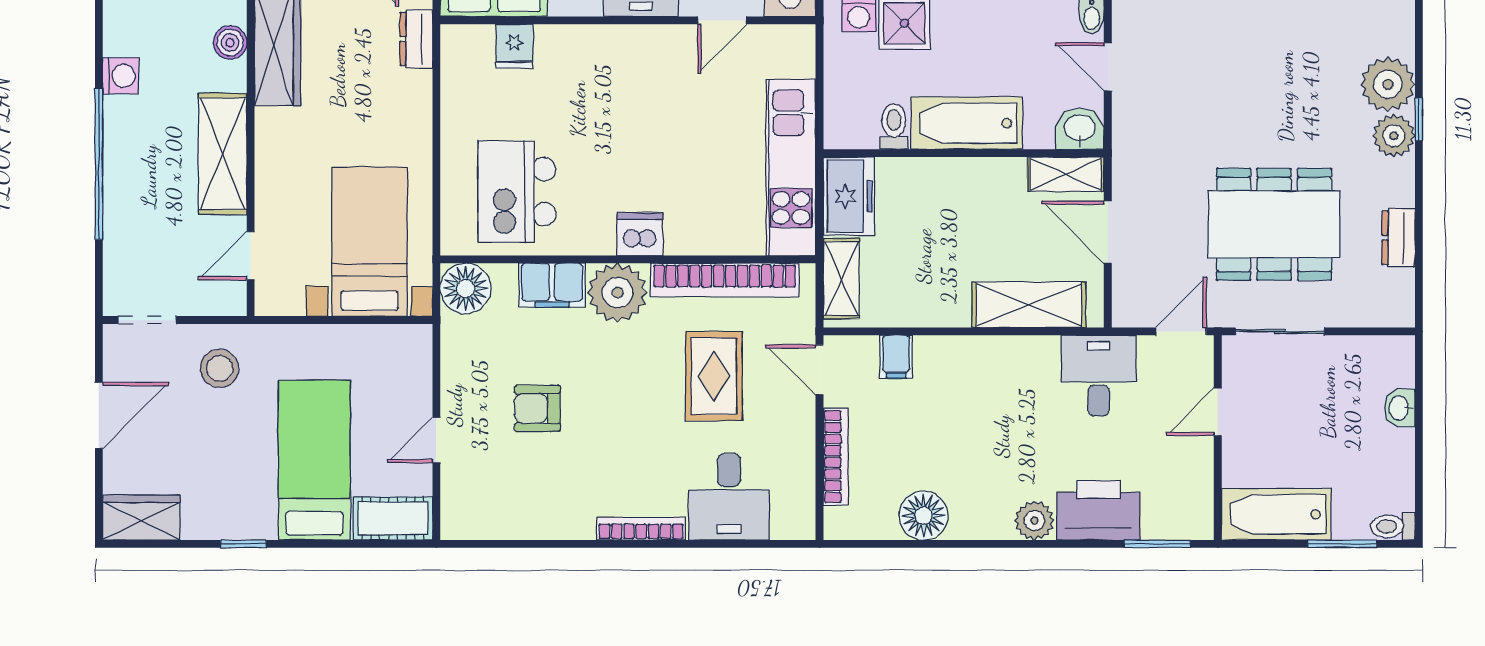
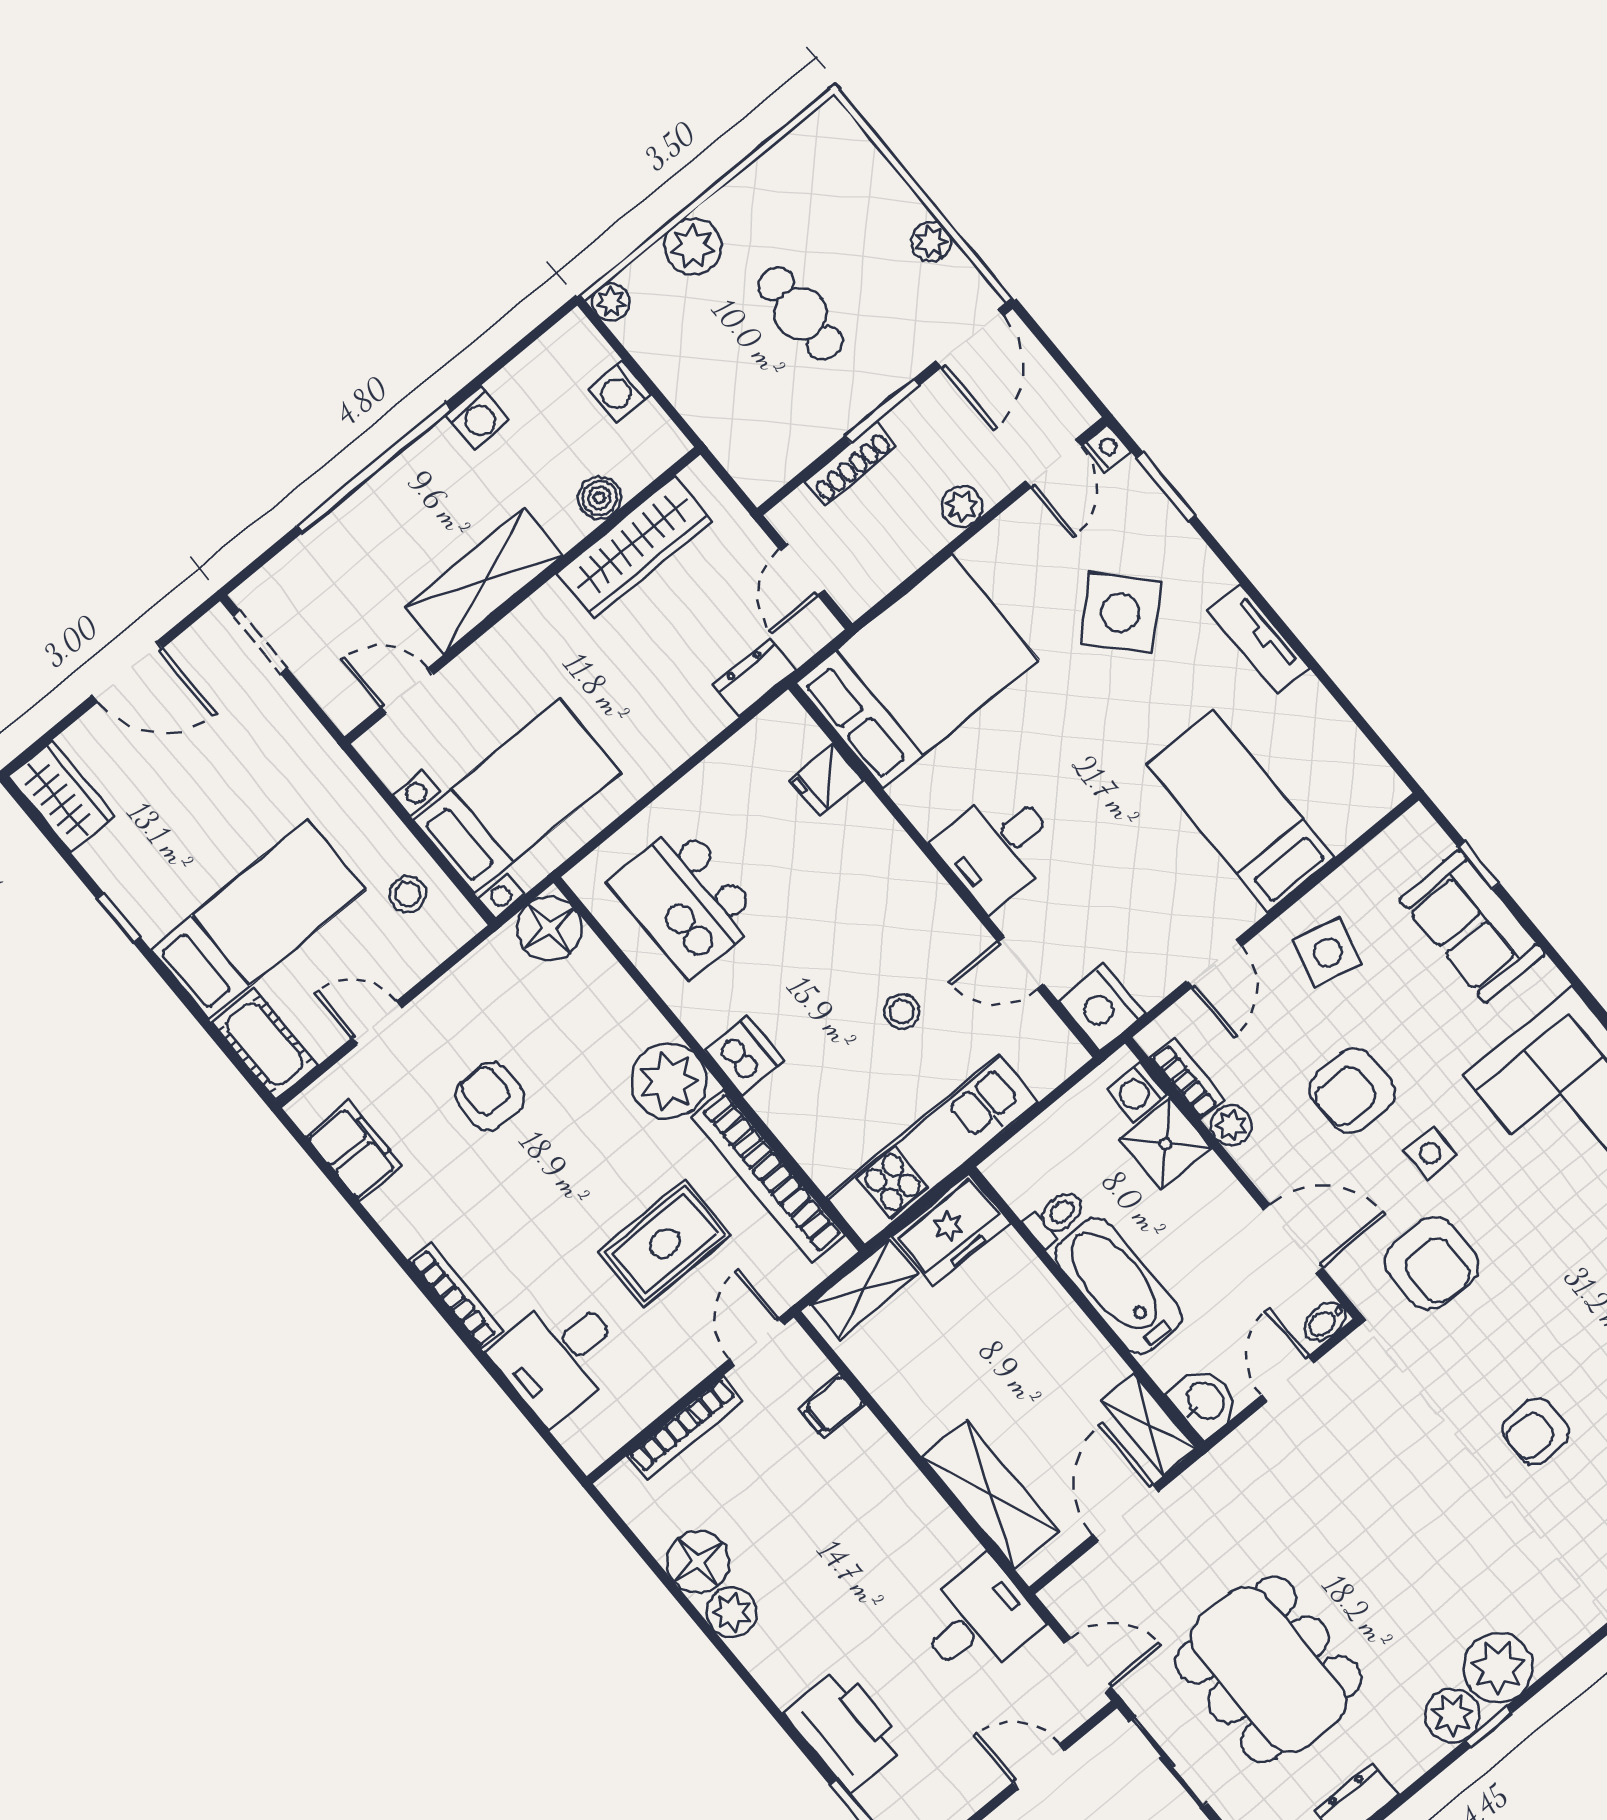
stool: (692, 117) -> (902, 1011), added
kitchen island: (517, 192) -> (686, 900), turned -90
filing cabinet: (552, 285) -> (354, 1151), moved, turned 180
stool: (220, 368) -> (408, 894), moved, width x0.73, depth x0.73
plant: (1034, 521) -> (731, 1612), moved

